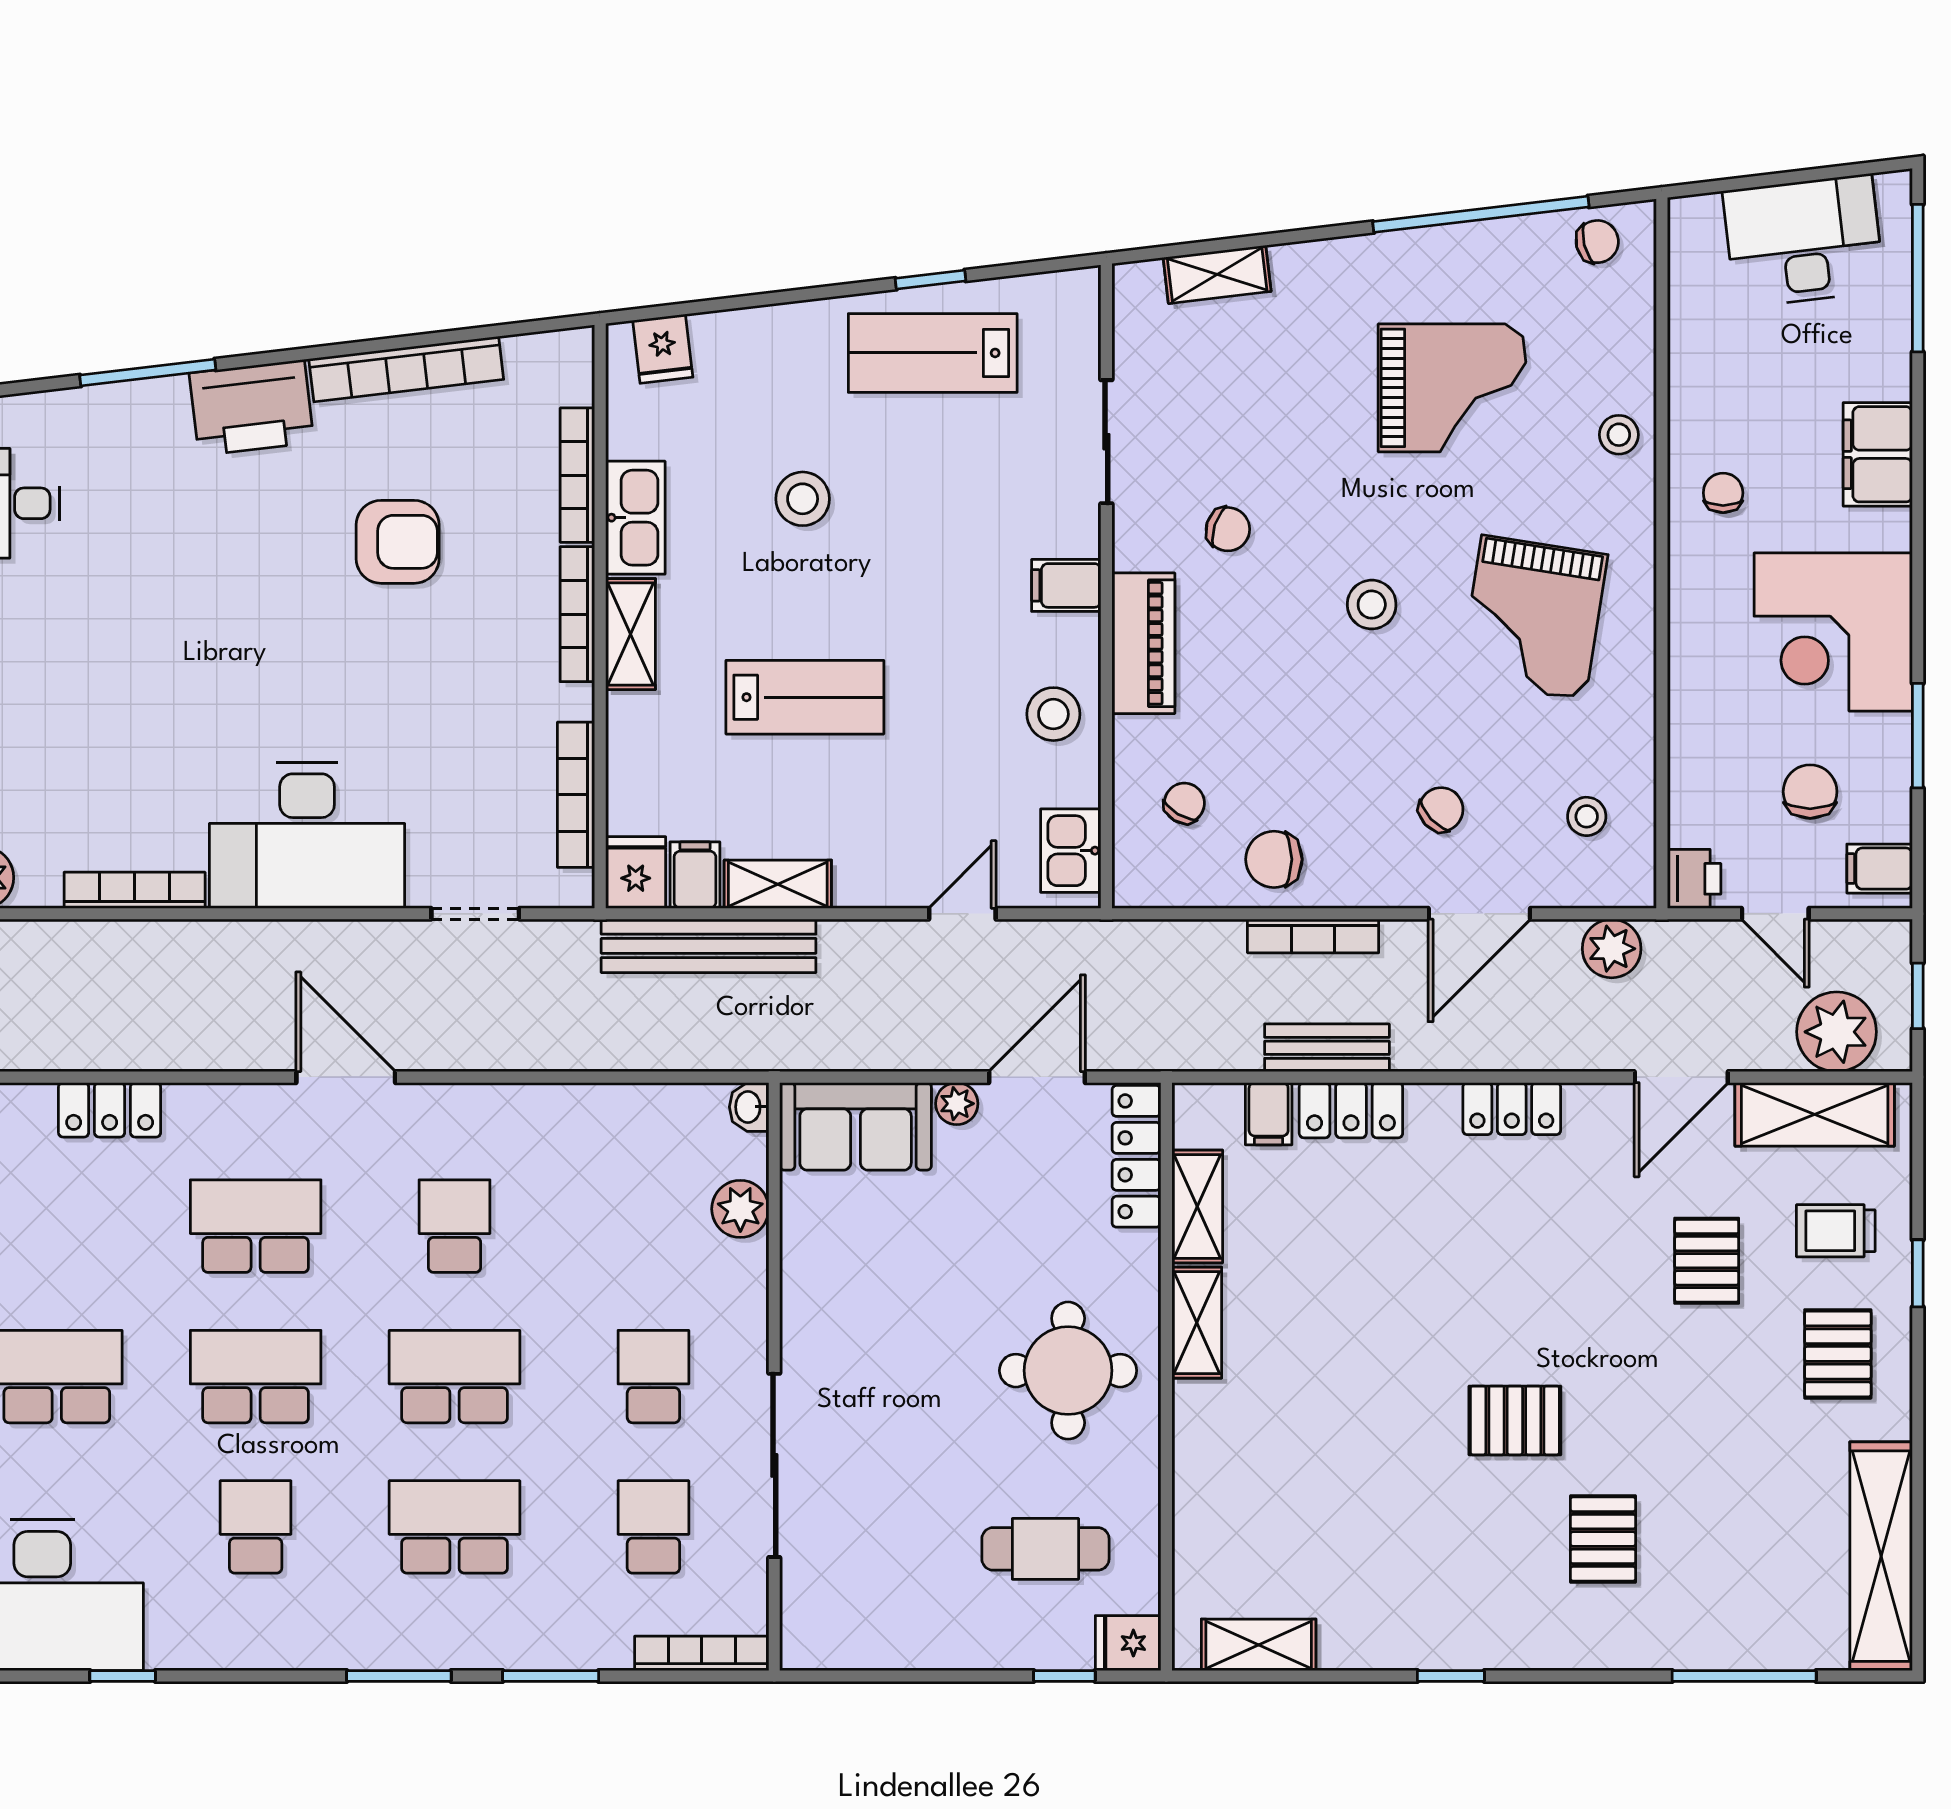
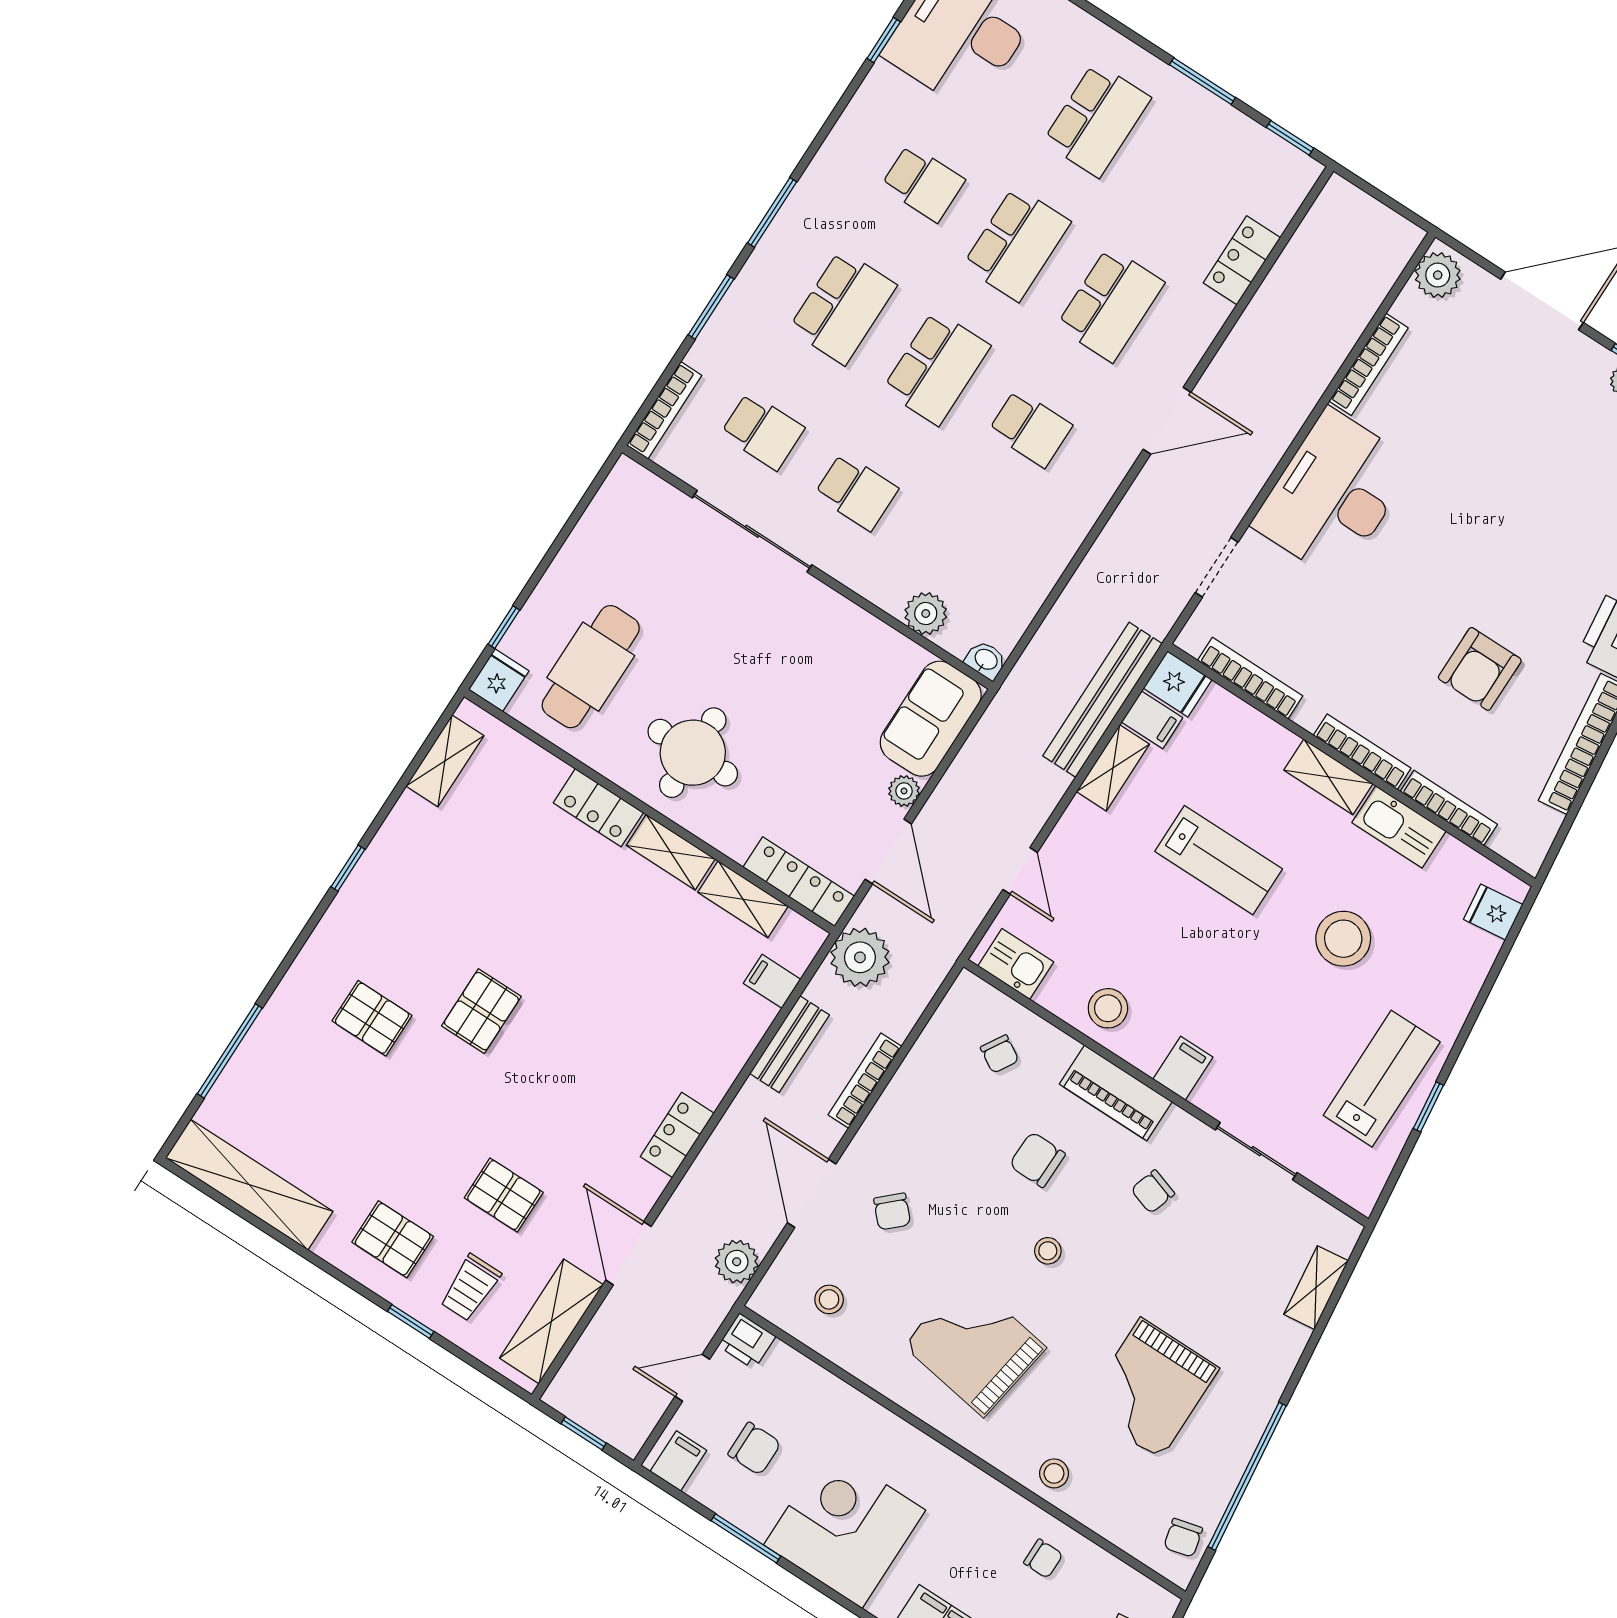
chair: (1723, 493) -> (1043, 1559), moved
stool: (803, 499) -> (1343, 939), width x1.38, depth x1.38
stool: (1372, 605) -> (1048, 1251), width x0.73, depth x0.73
lab bench: (805, 697) -> (1219, 860), turned -90
chair: (1274, 859) -> (1037, 1160), moved, turned -89
plant: (1837, 1032) -> (860, 957), moved
locker: (1351, 1110) -> (598, 808), moved, turned -90
trolley: (1836, 1231) -> (470, 1288), turned 180
cafe table: (1045, 1549) -> (591, 667), width x1.37, depth x1.35

